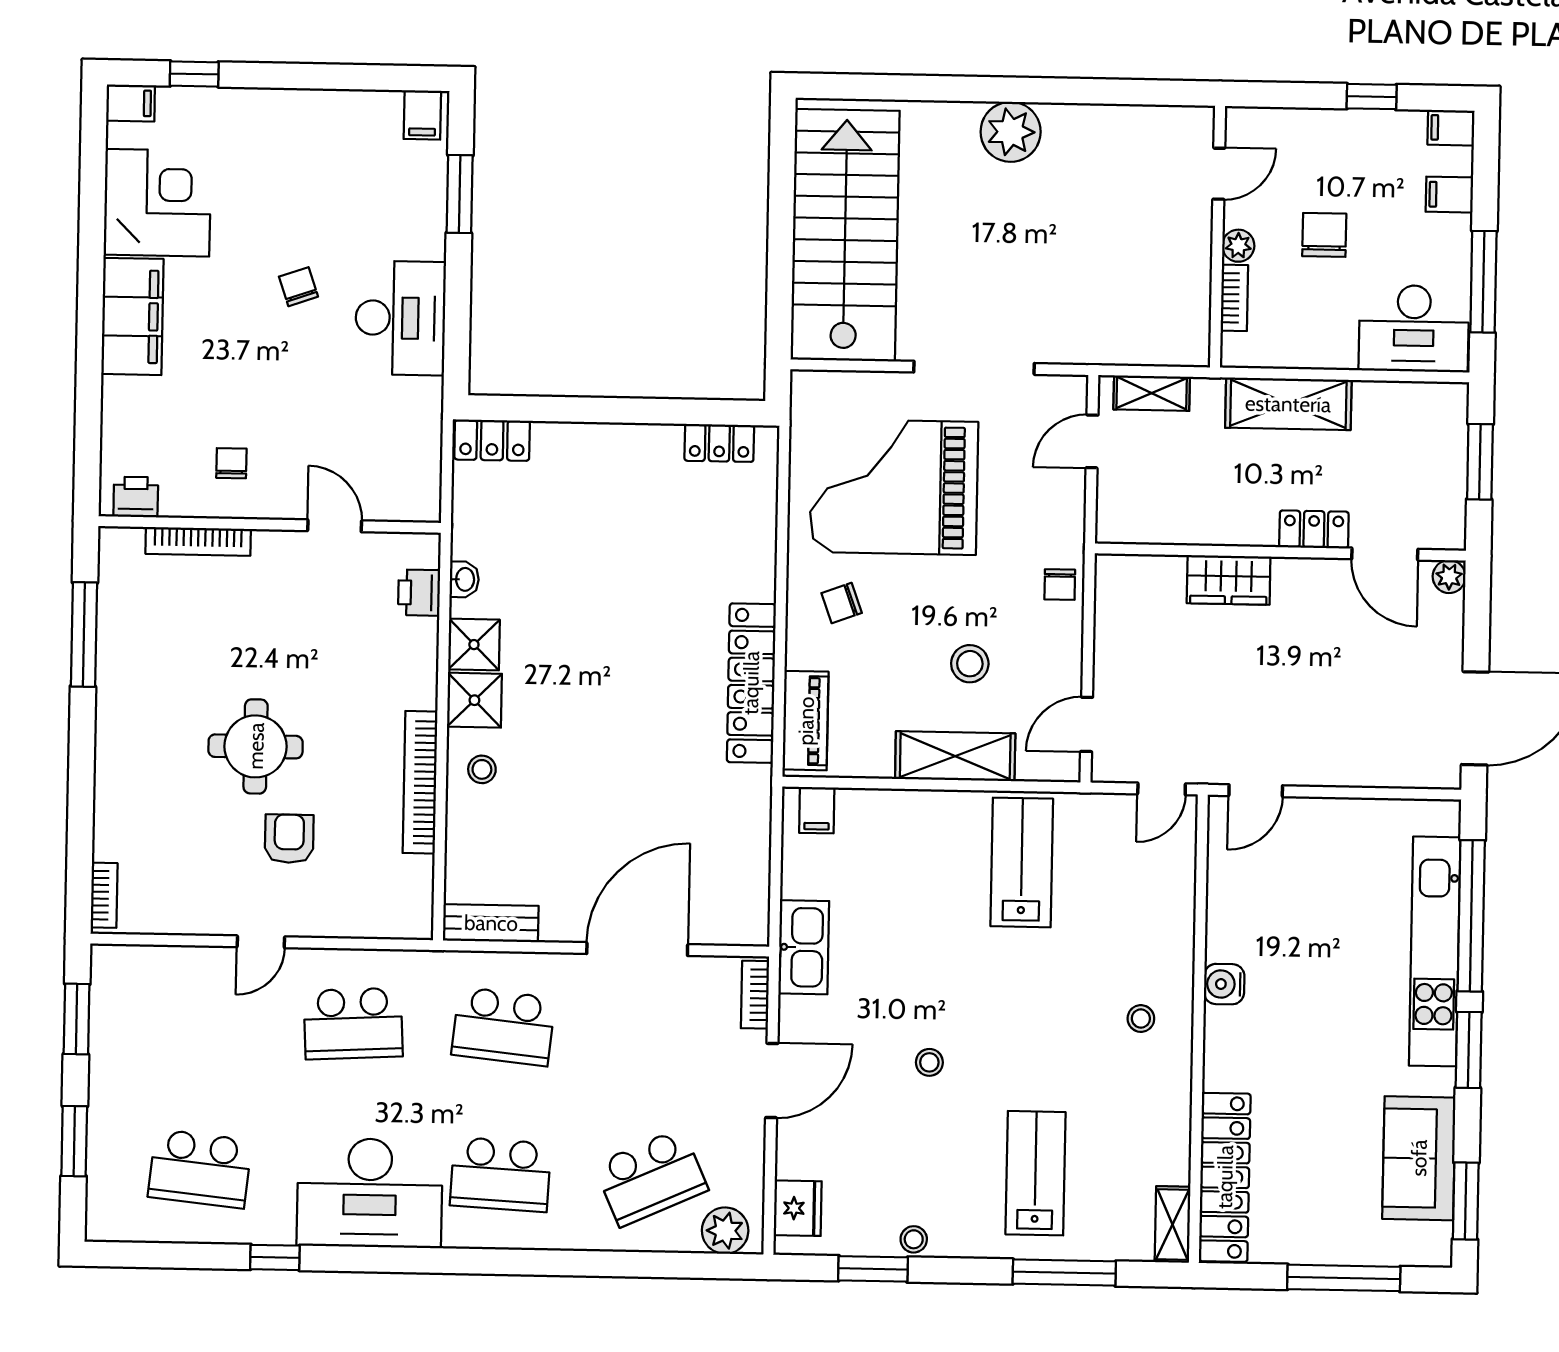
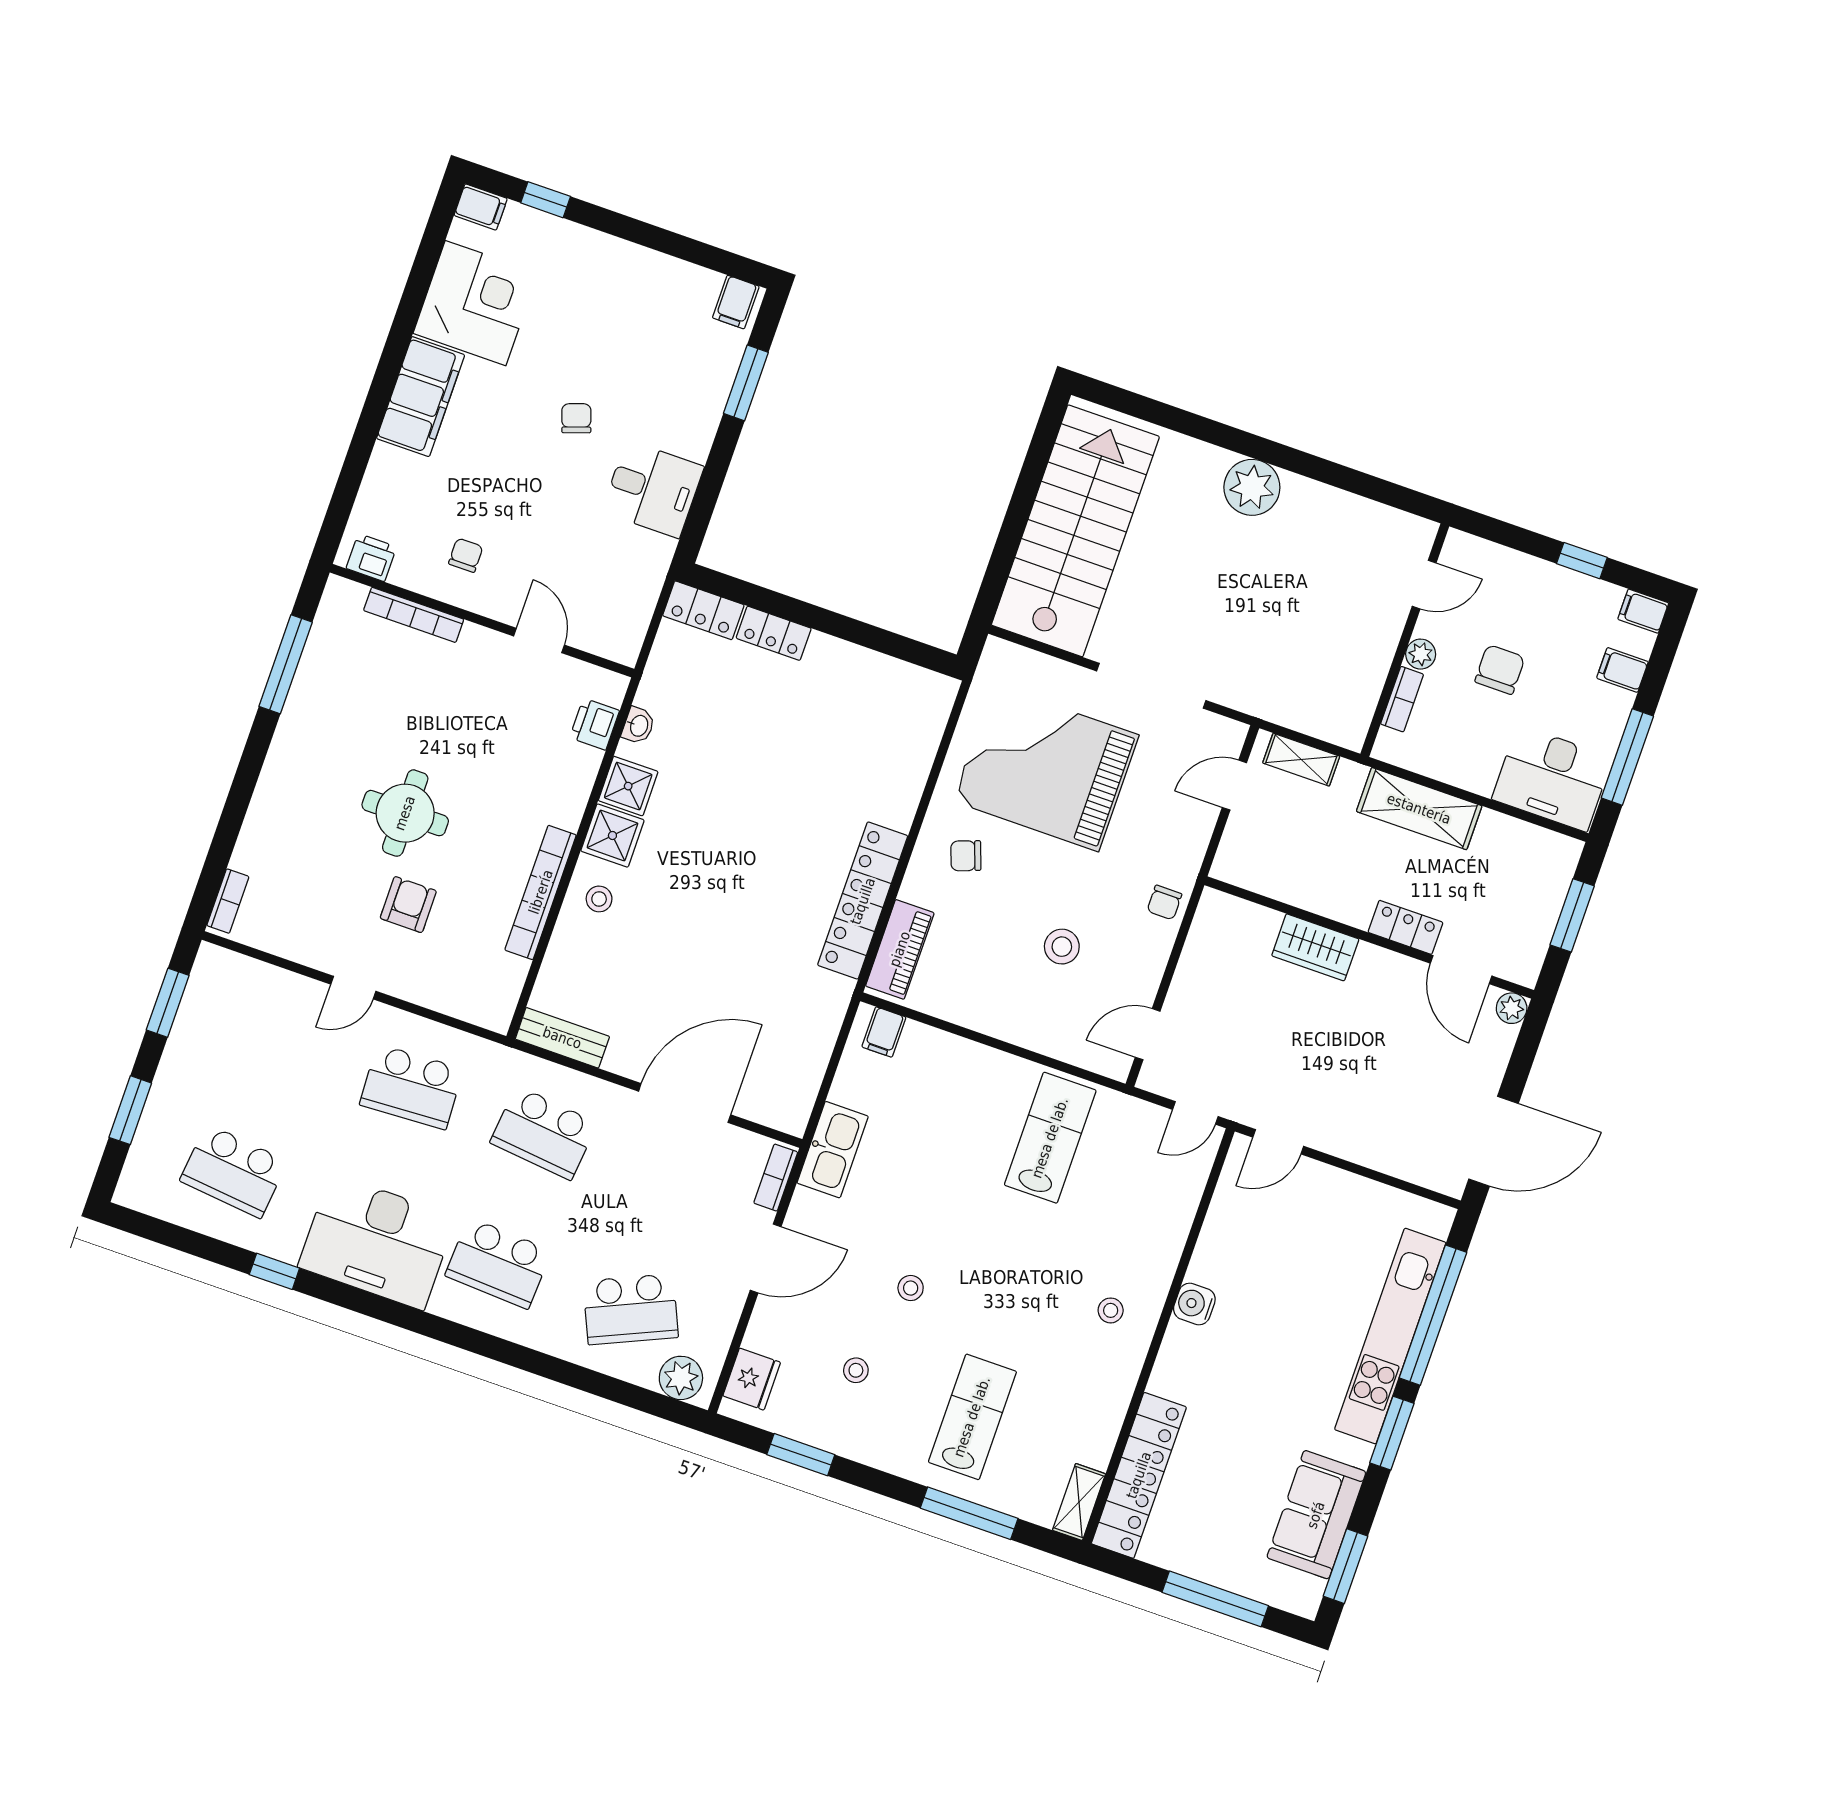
desk: (400, 318) -> (653, 489), width x0.73
locker: (719, 443) -> (774, 633), moved
shelving: (955, 756) -> (1022, 1024), removed
stool: (914, 1239) -> (856, 1370), moved

